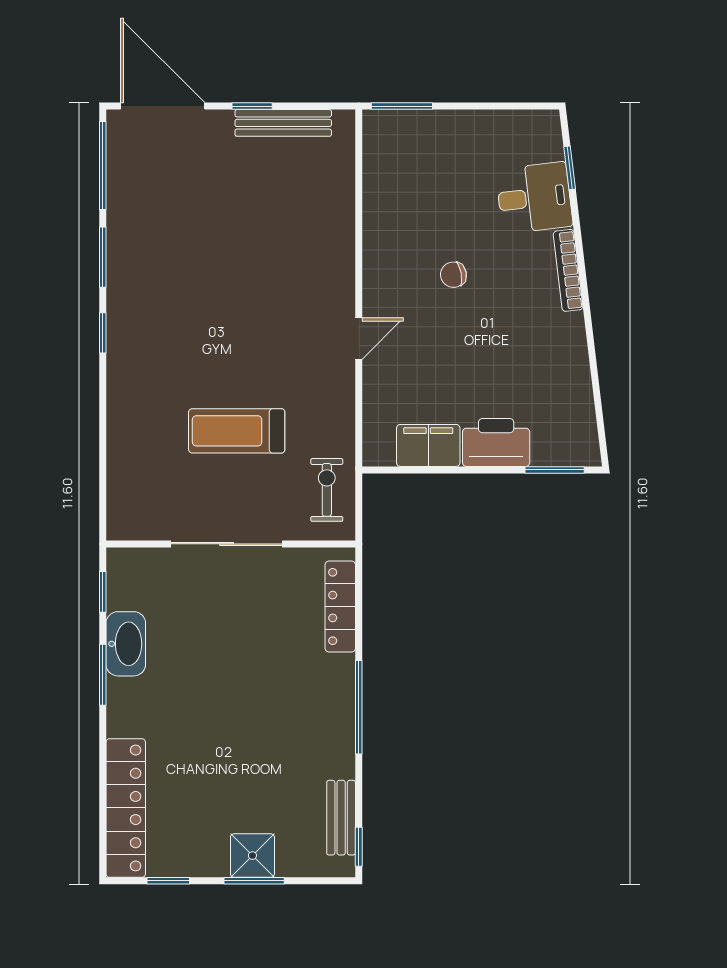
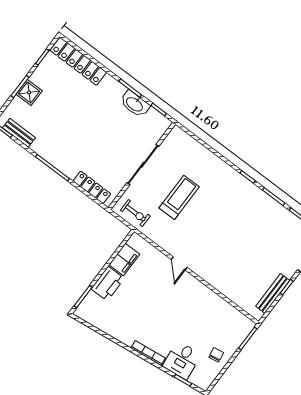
chair: (453, 275) -> (216, 355), moved

